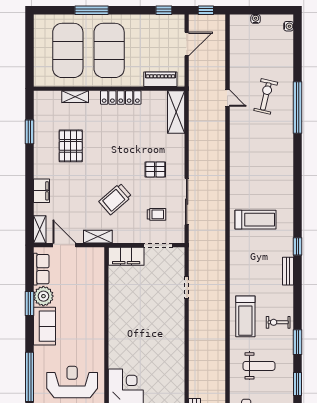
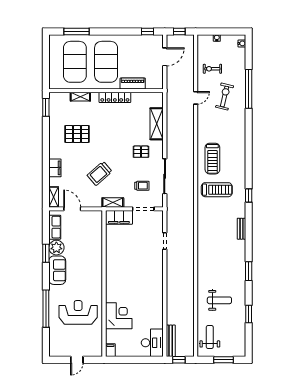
window: (92, 10) -> (77, 31), moved
piano: (160, 79) -> (133, 83), moved
door: (227, 98) -> (196, 98), hinge flipped
window: (298, 107) -> (249, 89), moved
shelving: (176, 112) -> (157, 124), moved
window: (29, 132) -> (46, 107), moved
pallet: (71, 146) -> (77, 134), turned 90
trolley: (115, 199) -> (100, 173), moved
shelving: (98, 237) -> (113, 203), moved
window: (298, 246) -> (249, 195), moved
treadmill: (245, 316) -> (212, 159), moved
exercise bike: (278, 322) -> (212, 69), moved
window: (298, 342) -> (249, 271), moved

